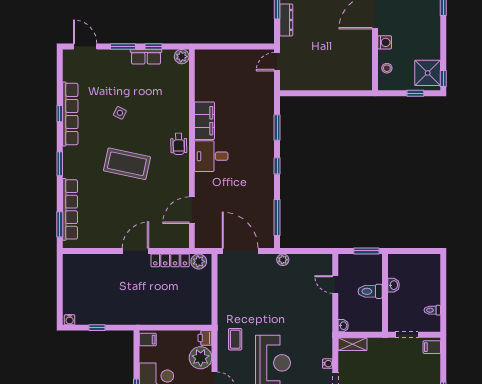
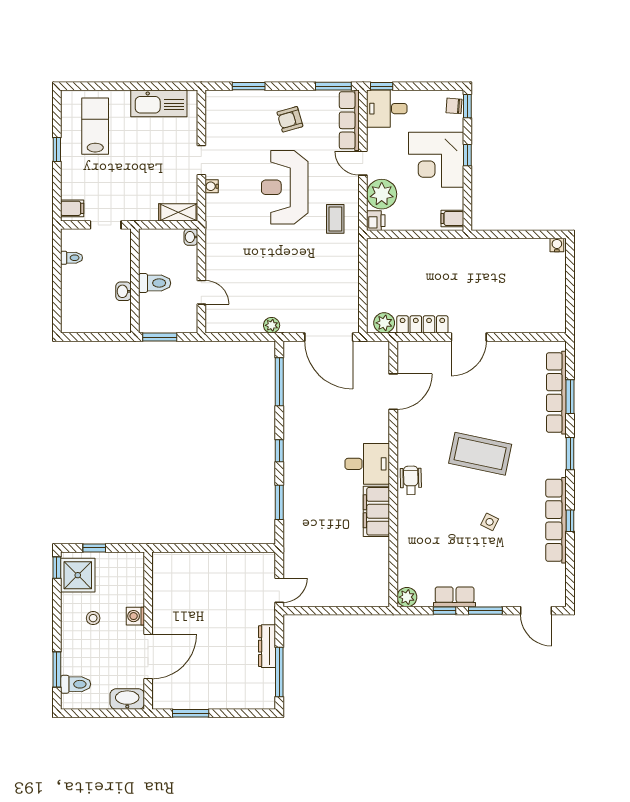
stool: (387, 68) -> (93, 618), moved
window: (60, 224) -> (570, 397), moved
window: (97, 328) -> (520, 234), removed

